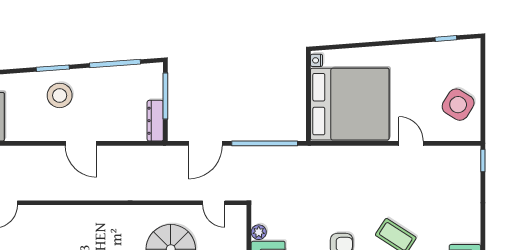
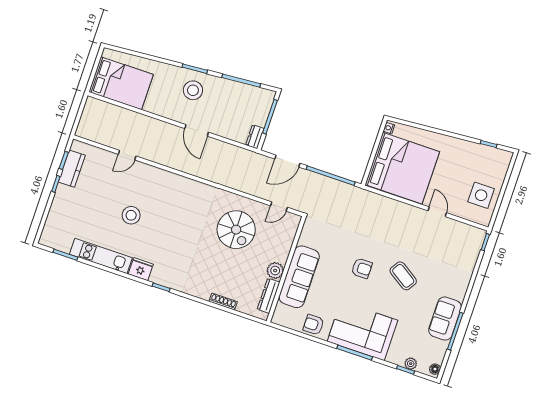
side table: (458, 105) -> (481, 195), turned -32
dresser: (155, 121) -> (255, 137), width x0.70
door: (214, 203) -> (279, 206), hinge flipped
plant: (259, 232) -> (304, 239), removed

